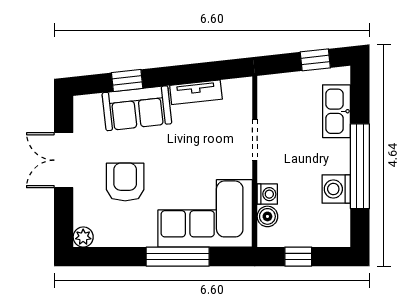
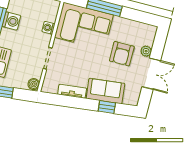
boiler: (267, 216) -> (34, 84), moved
plant: (83, 237) -> (146, 51), moved

